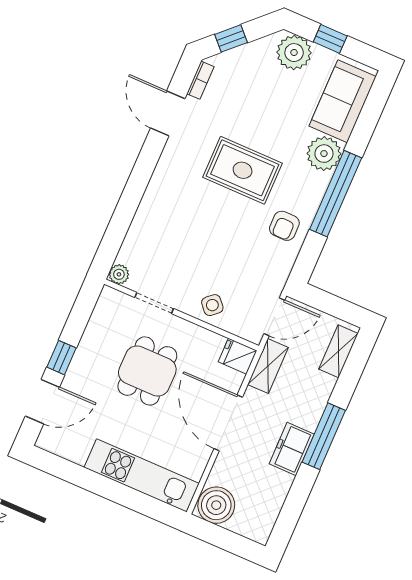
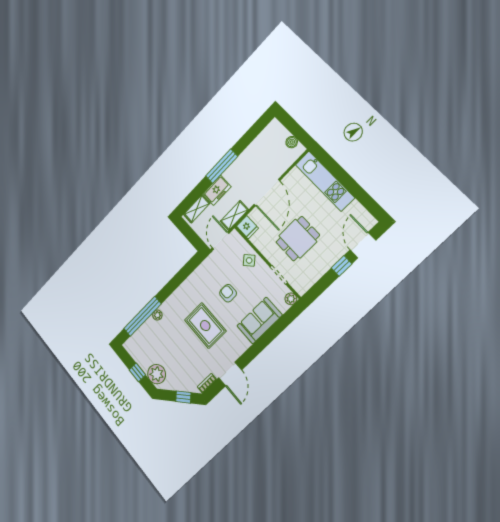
sofa: (343, 101) -> (259, 320), moved, turned 180
plant: (324, 154) -> (157, 315), width x0.53, depth x0.53
window: (336, 194) -> (142, 316), moved
armchair: (284, 226) -> (228, 293), moved, turned -90
door: (274, 317) -> (221, 241), hinge flipped
door: (42, 402) -> (363, 245), hinge flipped
freezer: (292, 449) -> (217, 190), moved
boiler: (216, 505) -> (292, 142), width x0.54, depth x0.54

